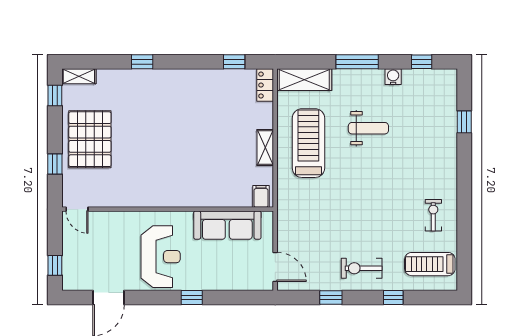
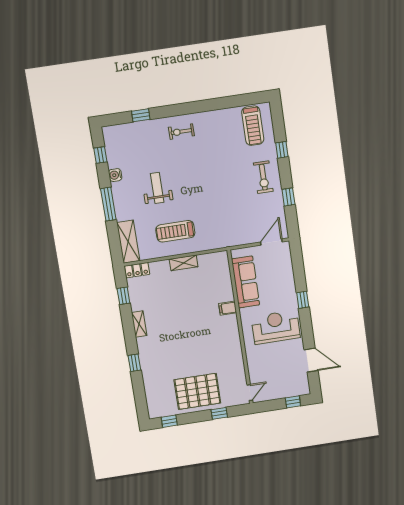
shelving: (79, 76) -> (139, 324), moved
treadmill: (308, 143) -> (175, 231), width x0.73, depth x0.73
filing cabinet: (261, 196) -> (228, 308), moved
exercise bike: (433, 215) -> (181, 132), moved

